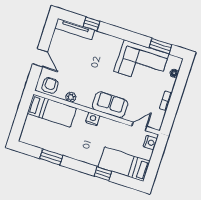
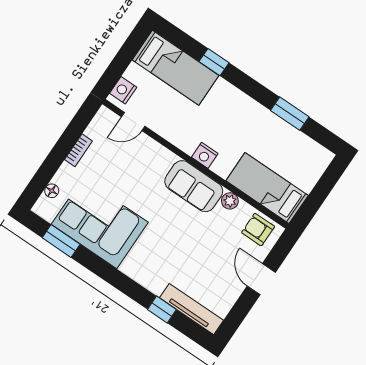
armchair: (50, 86) -> (258, 230), turned 90
sofa: (110, 105) -> (194, 186), moved

